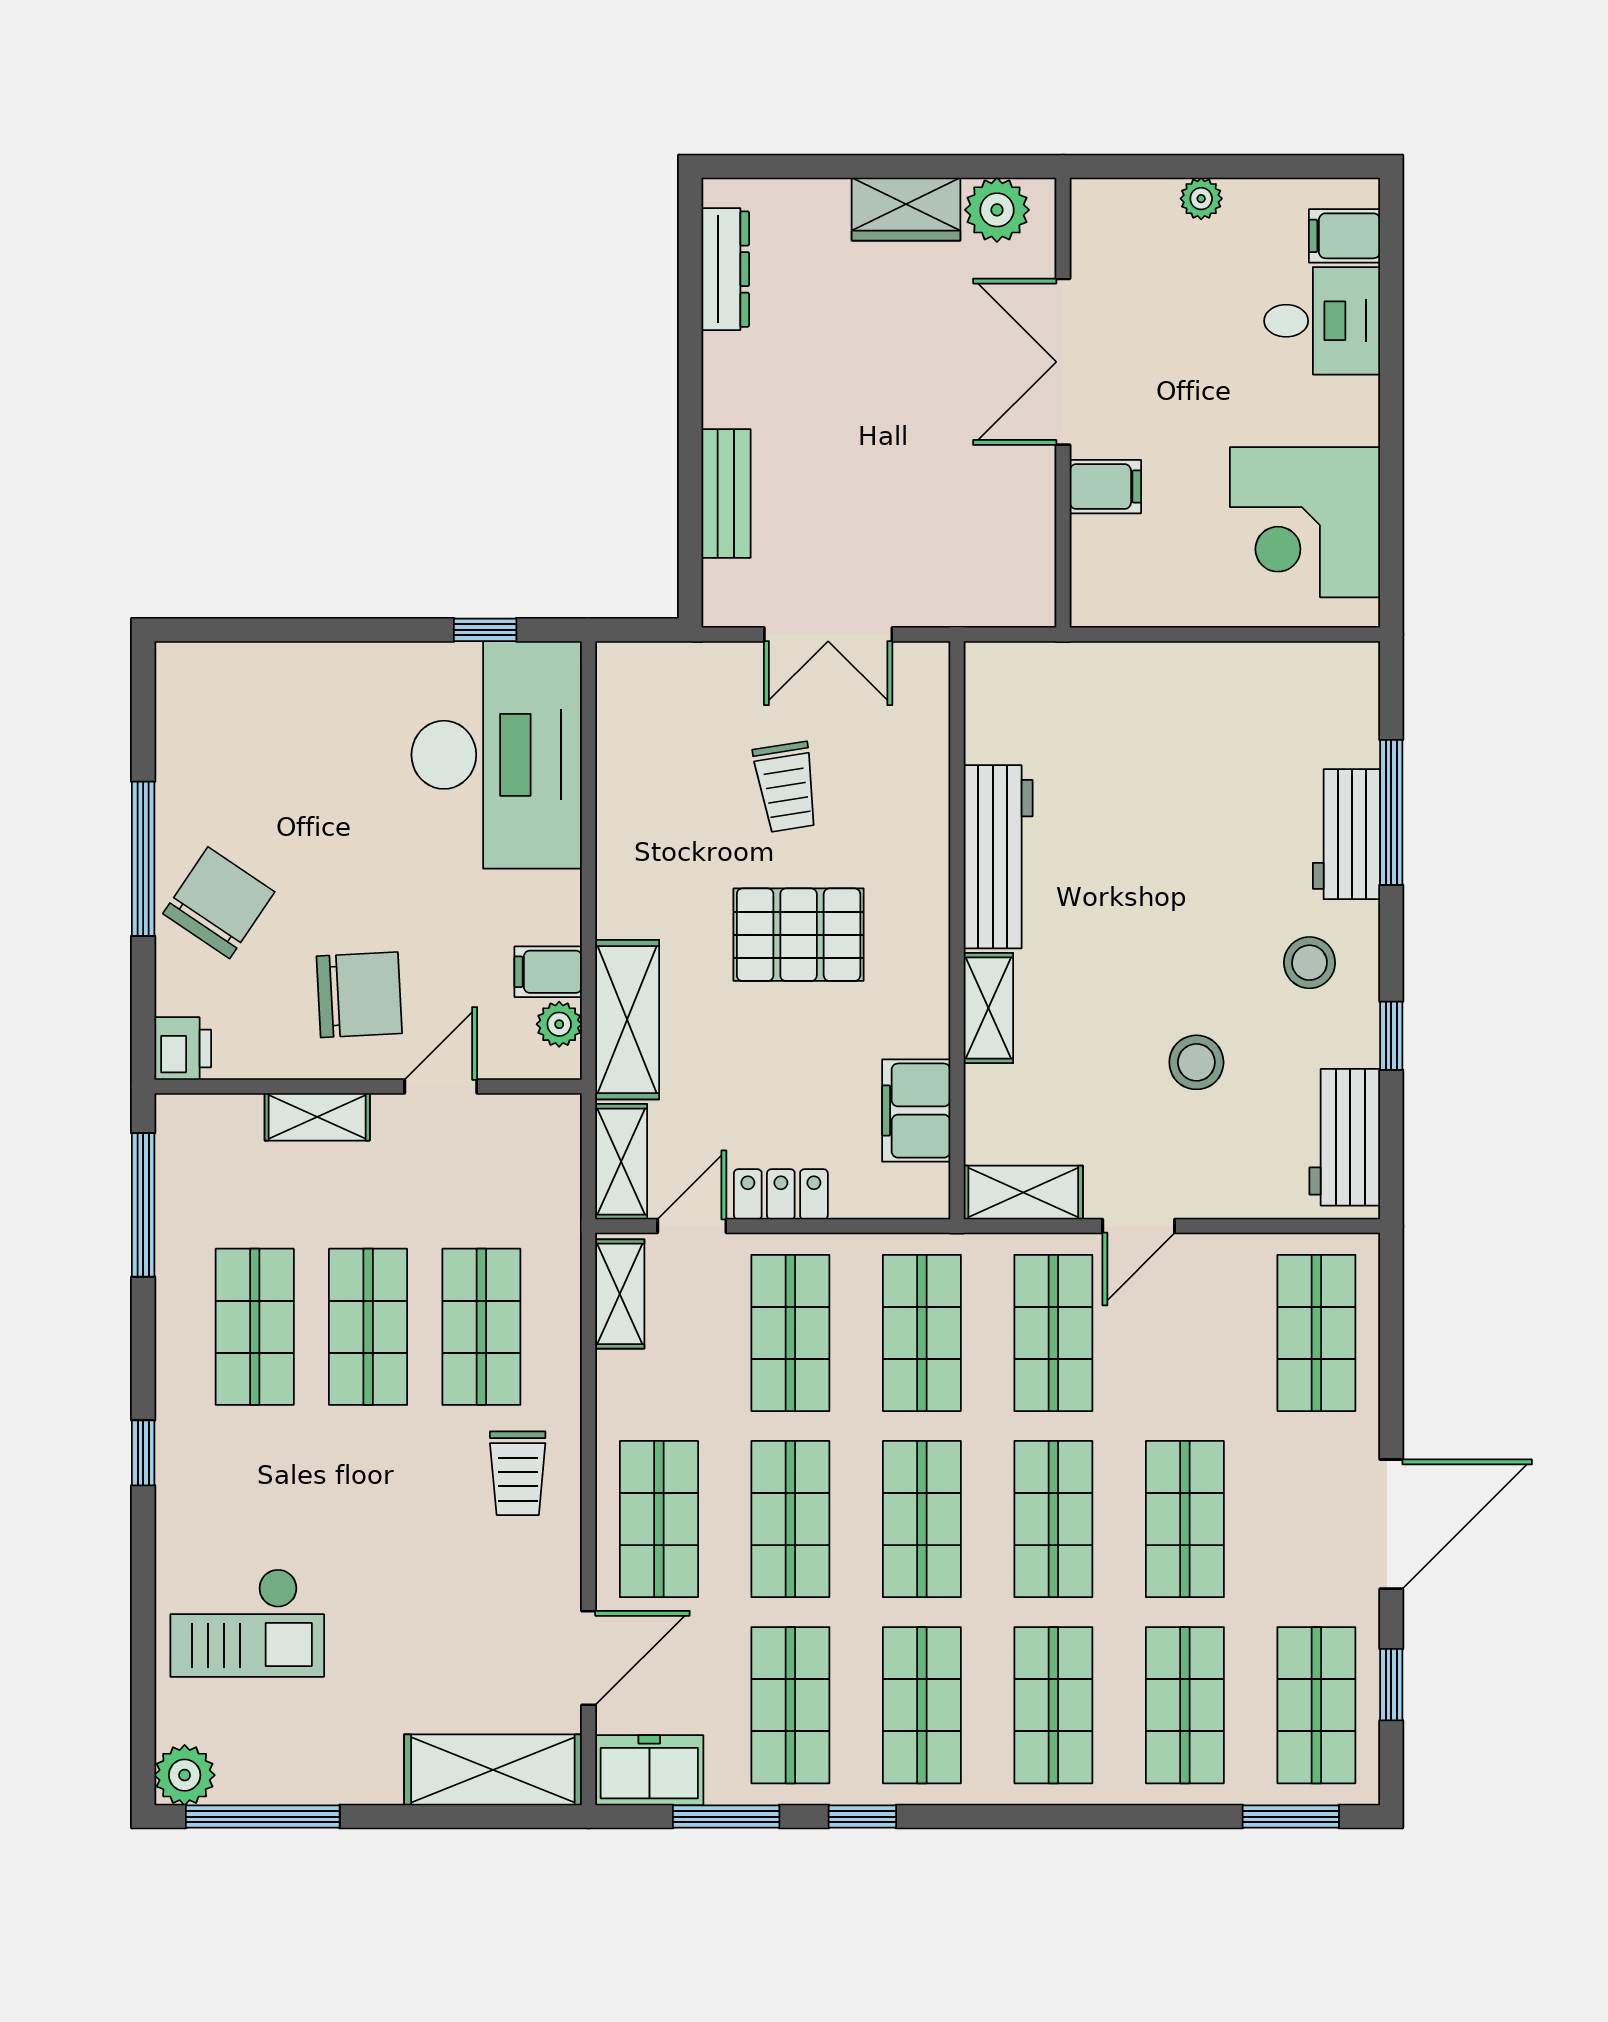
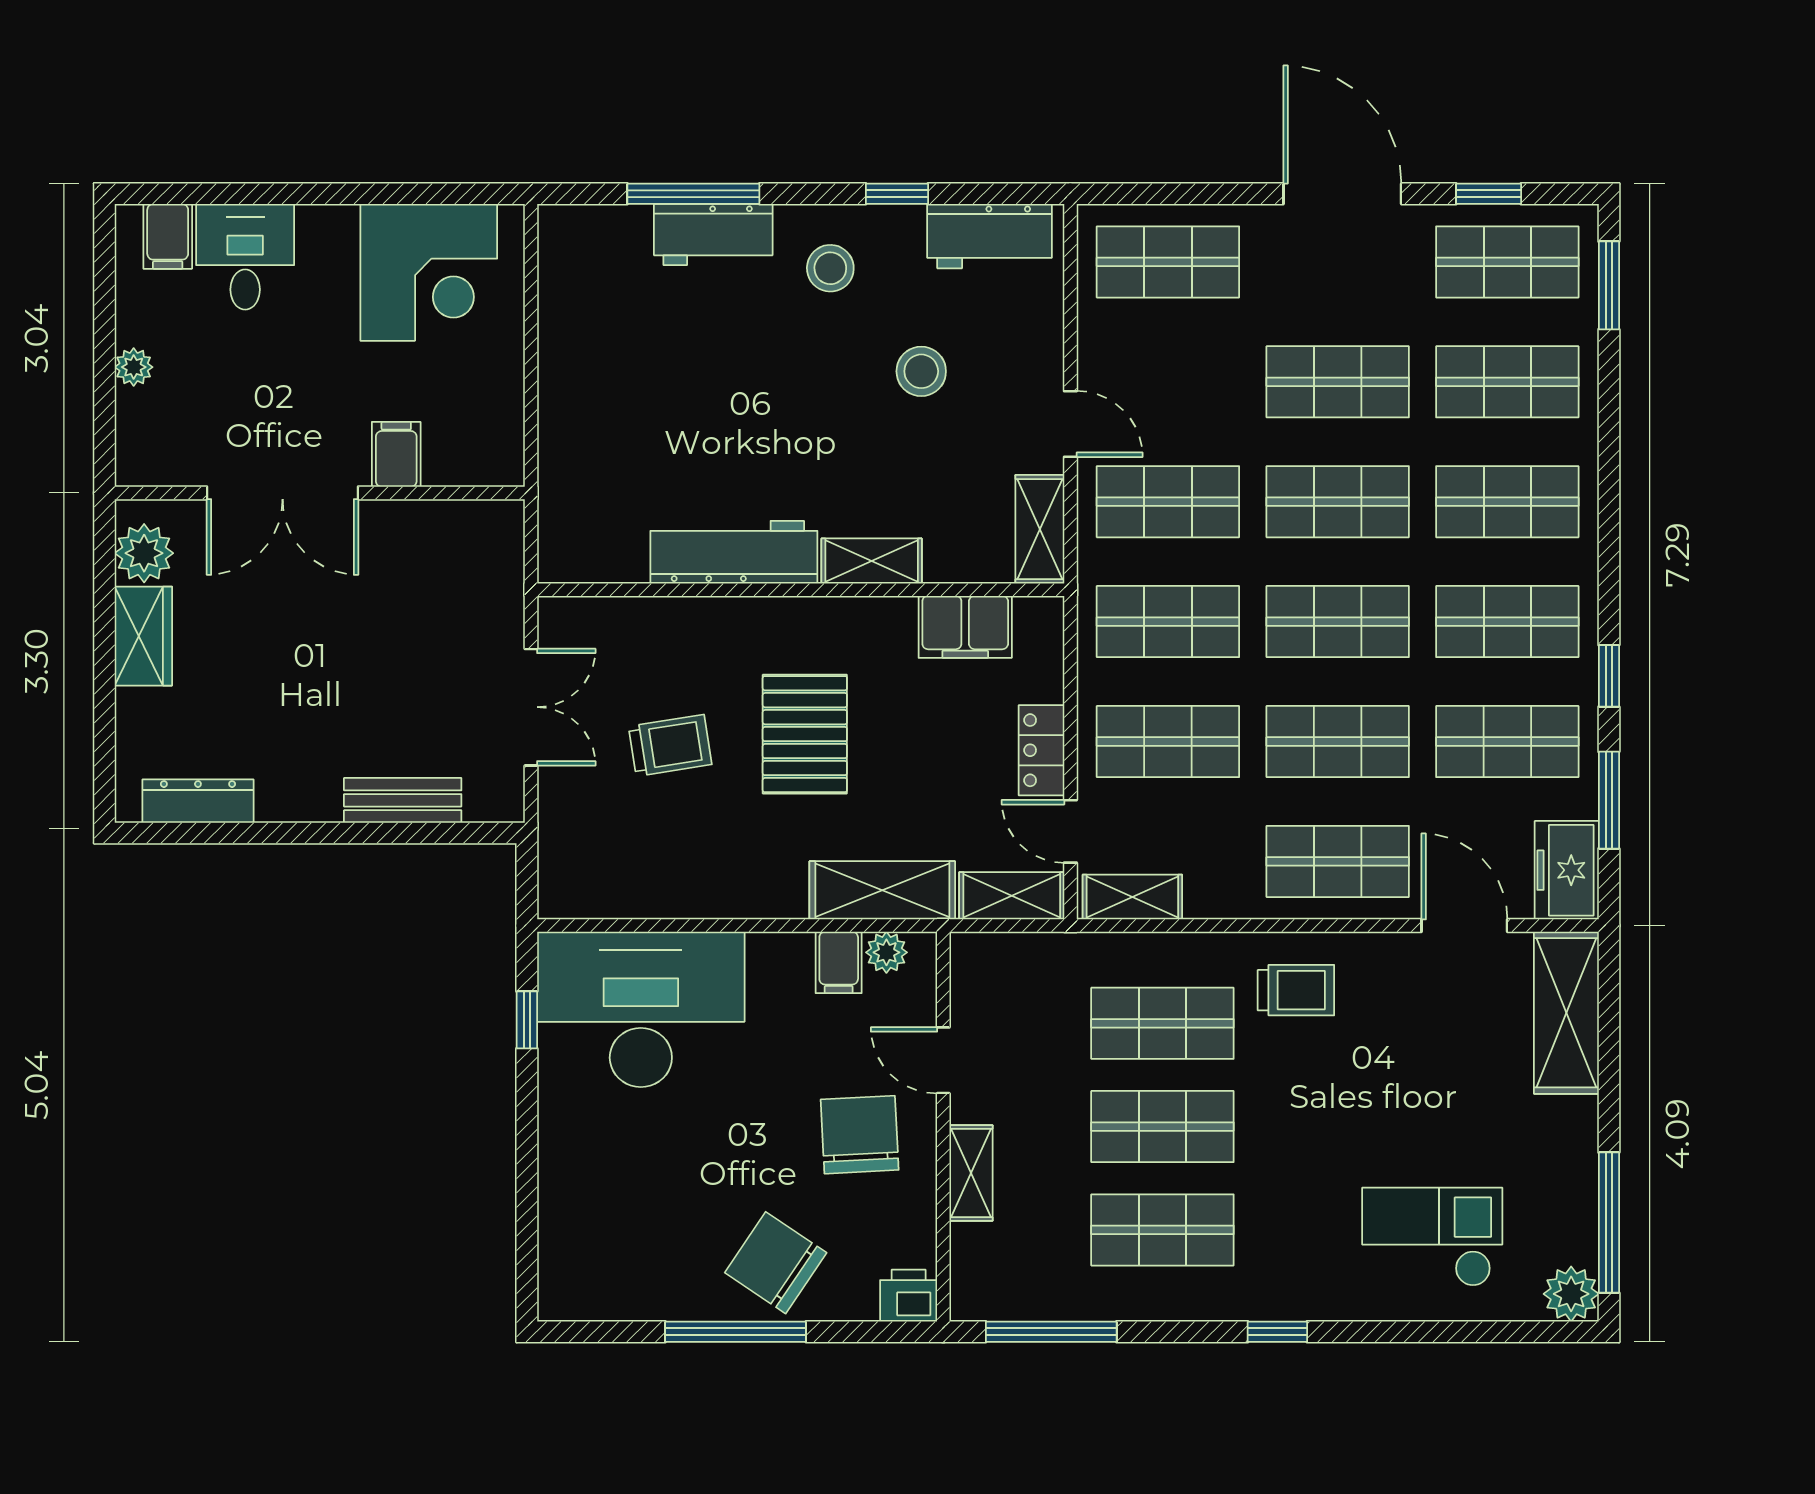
checkout: (247, 1623) -> (1432, 1237), turned -90

